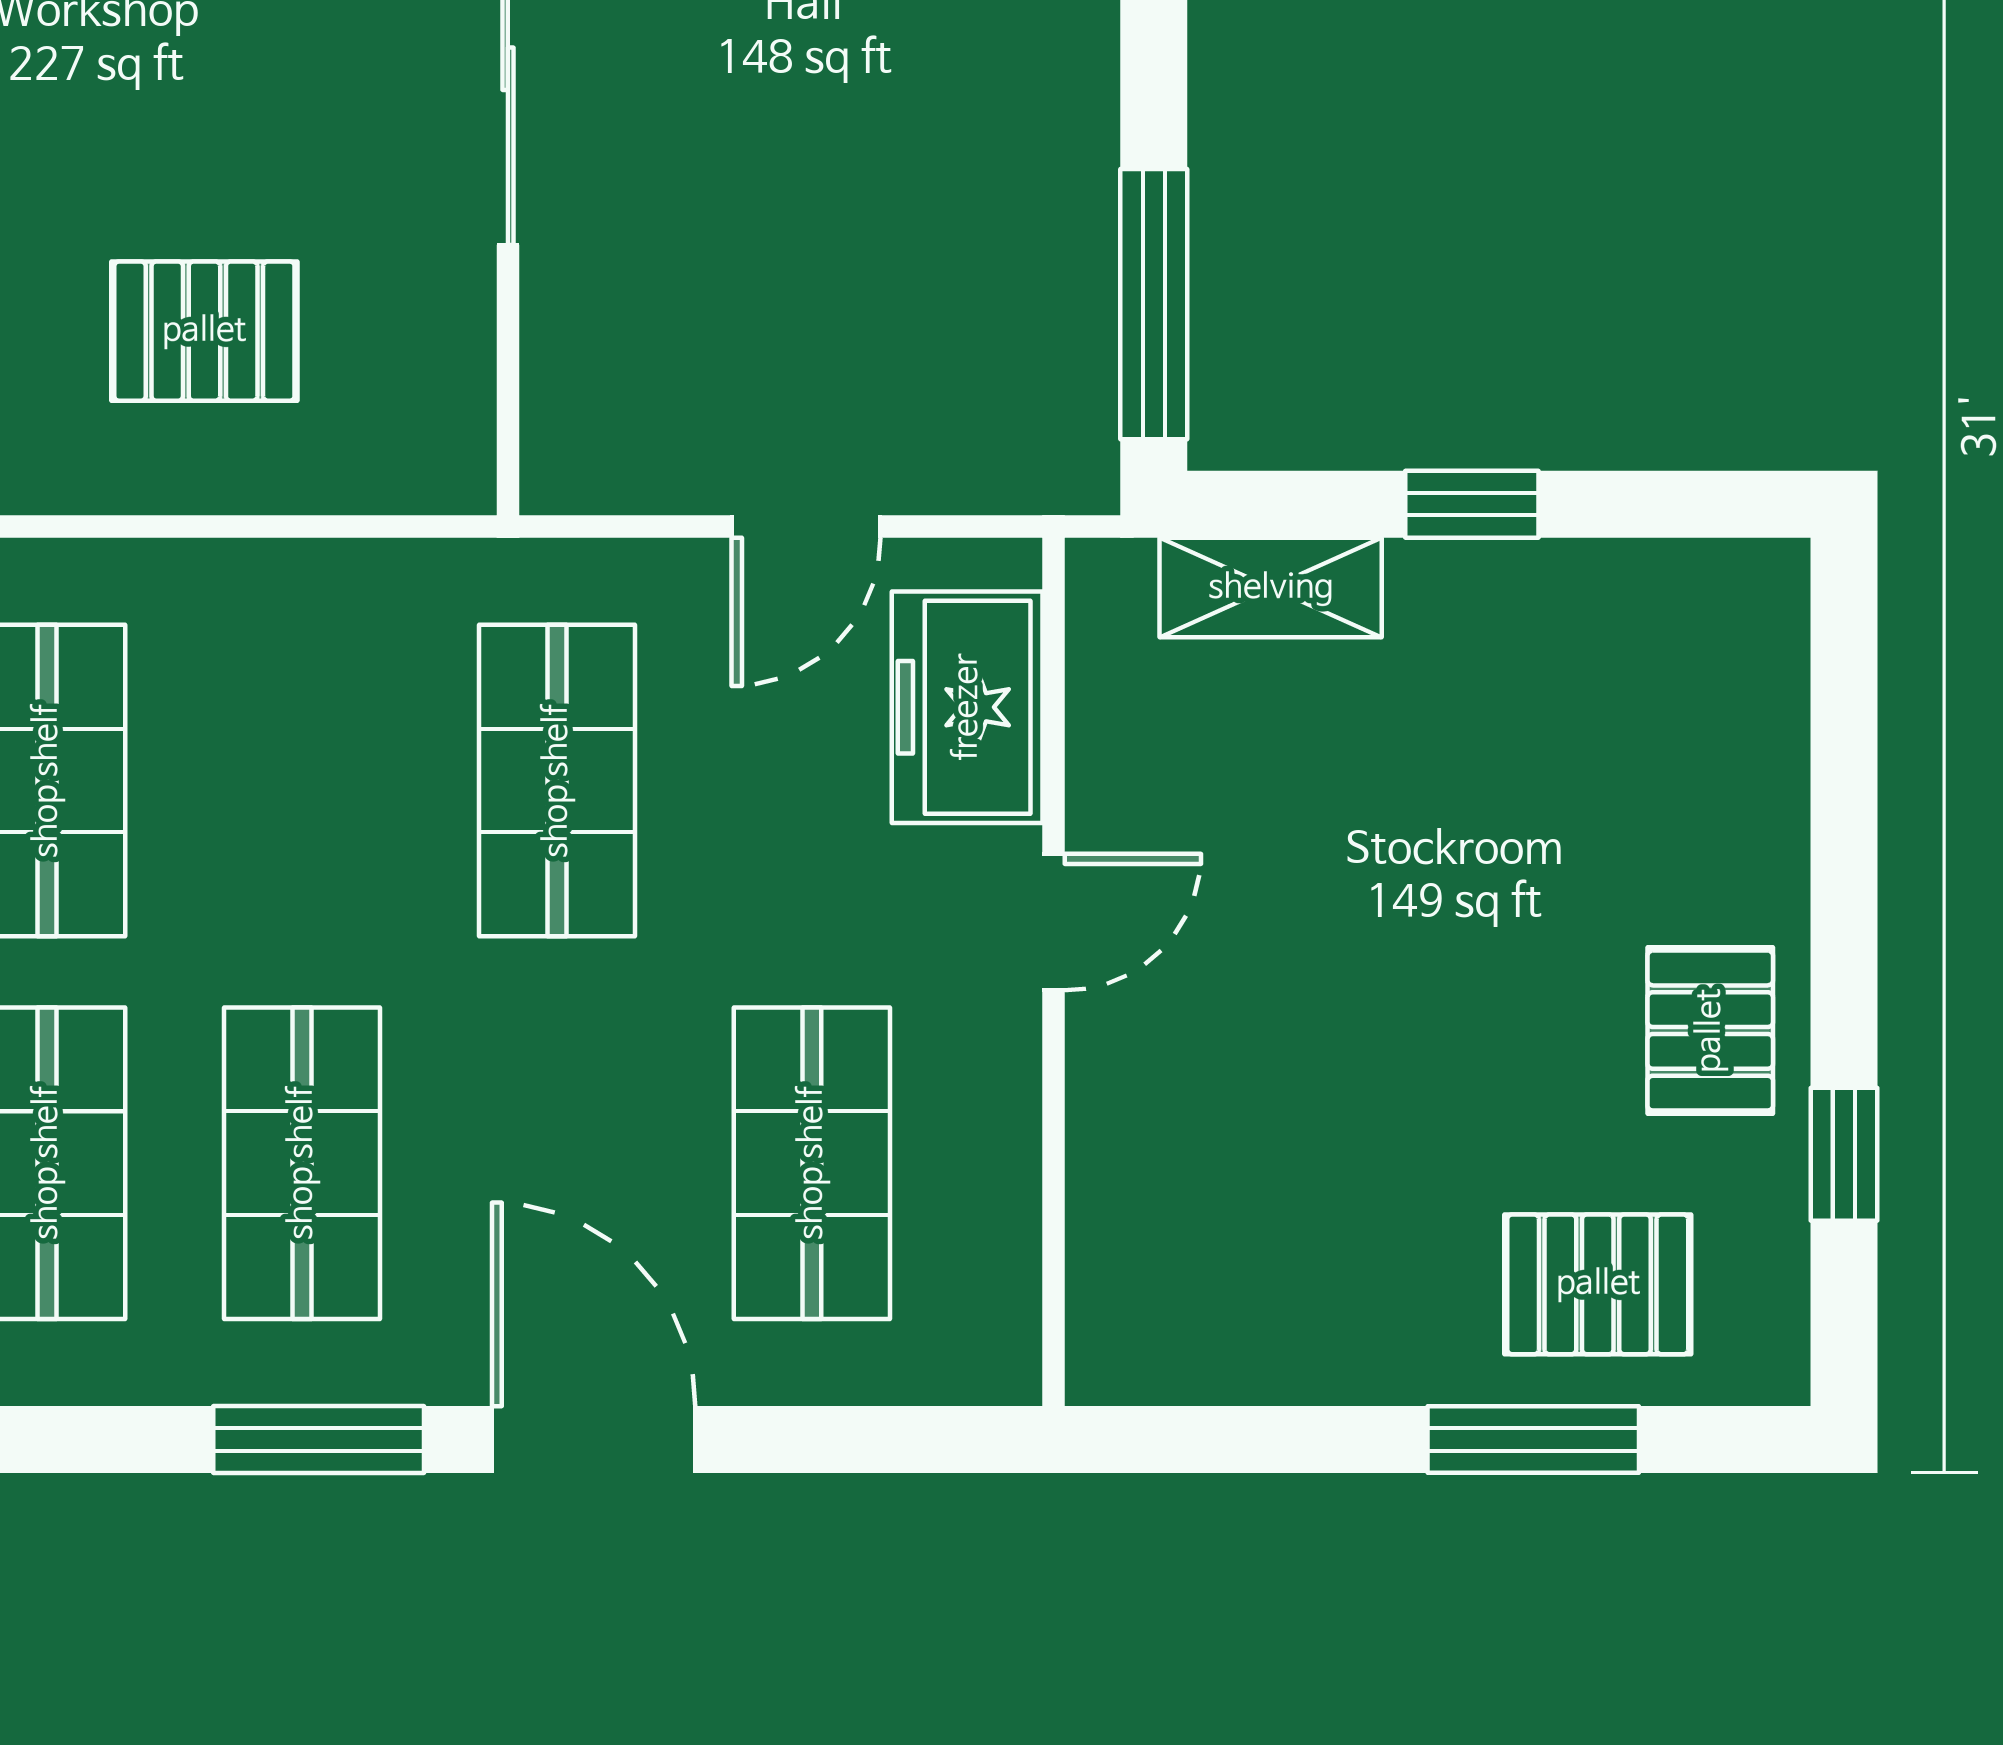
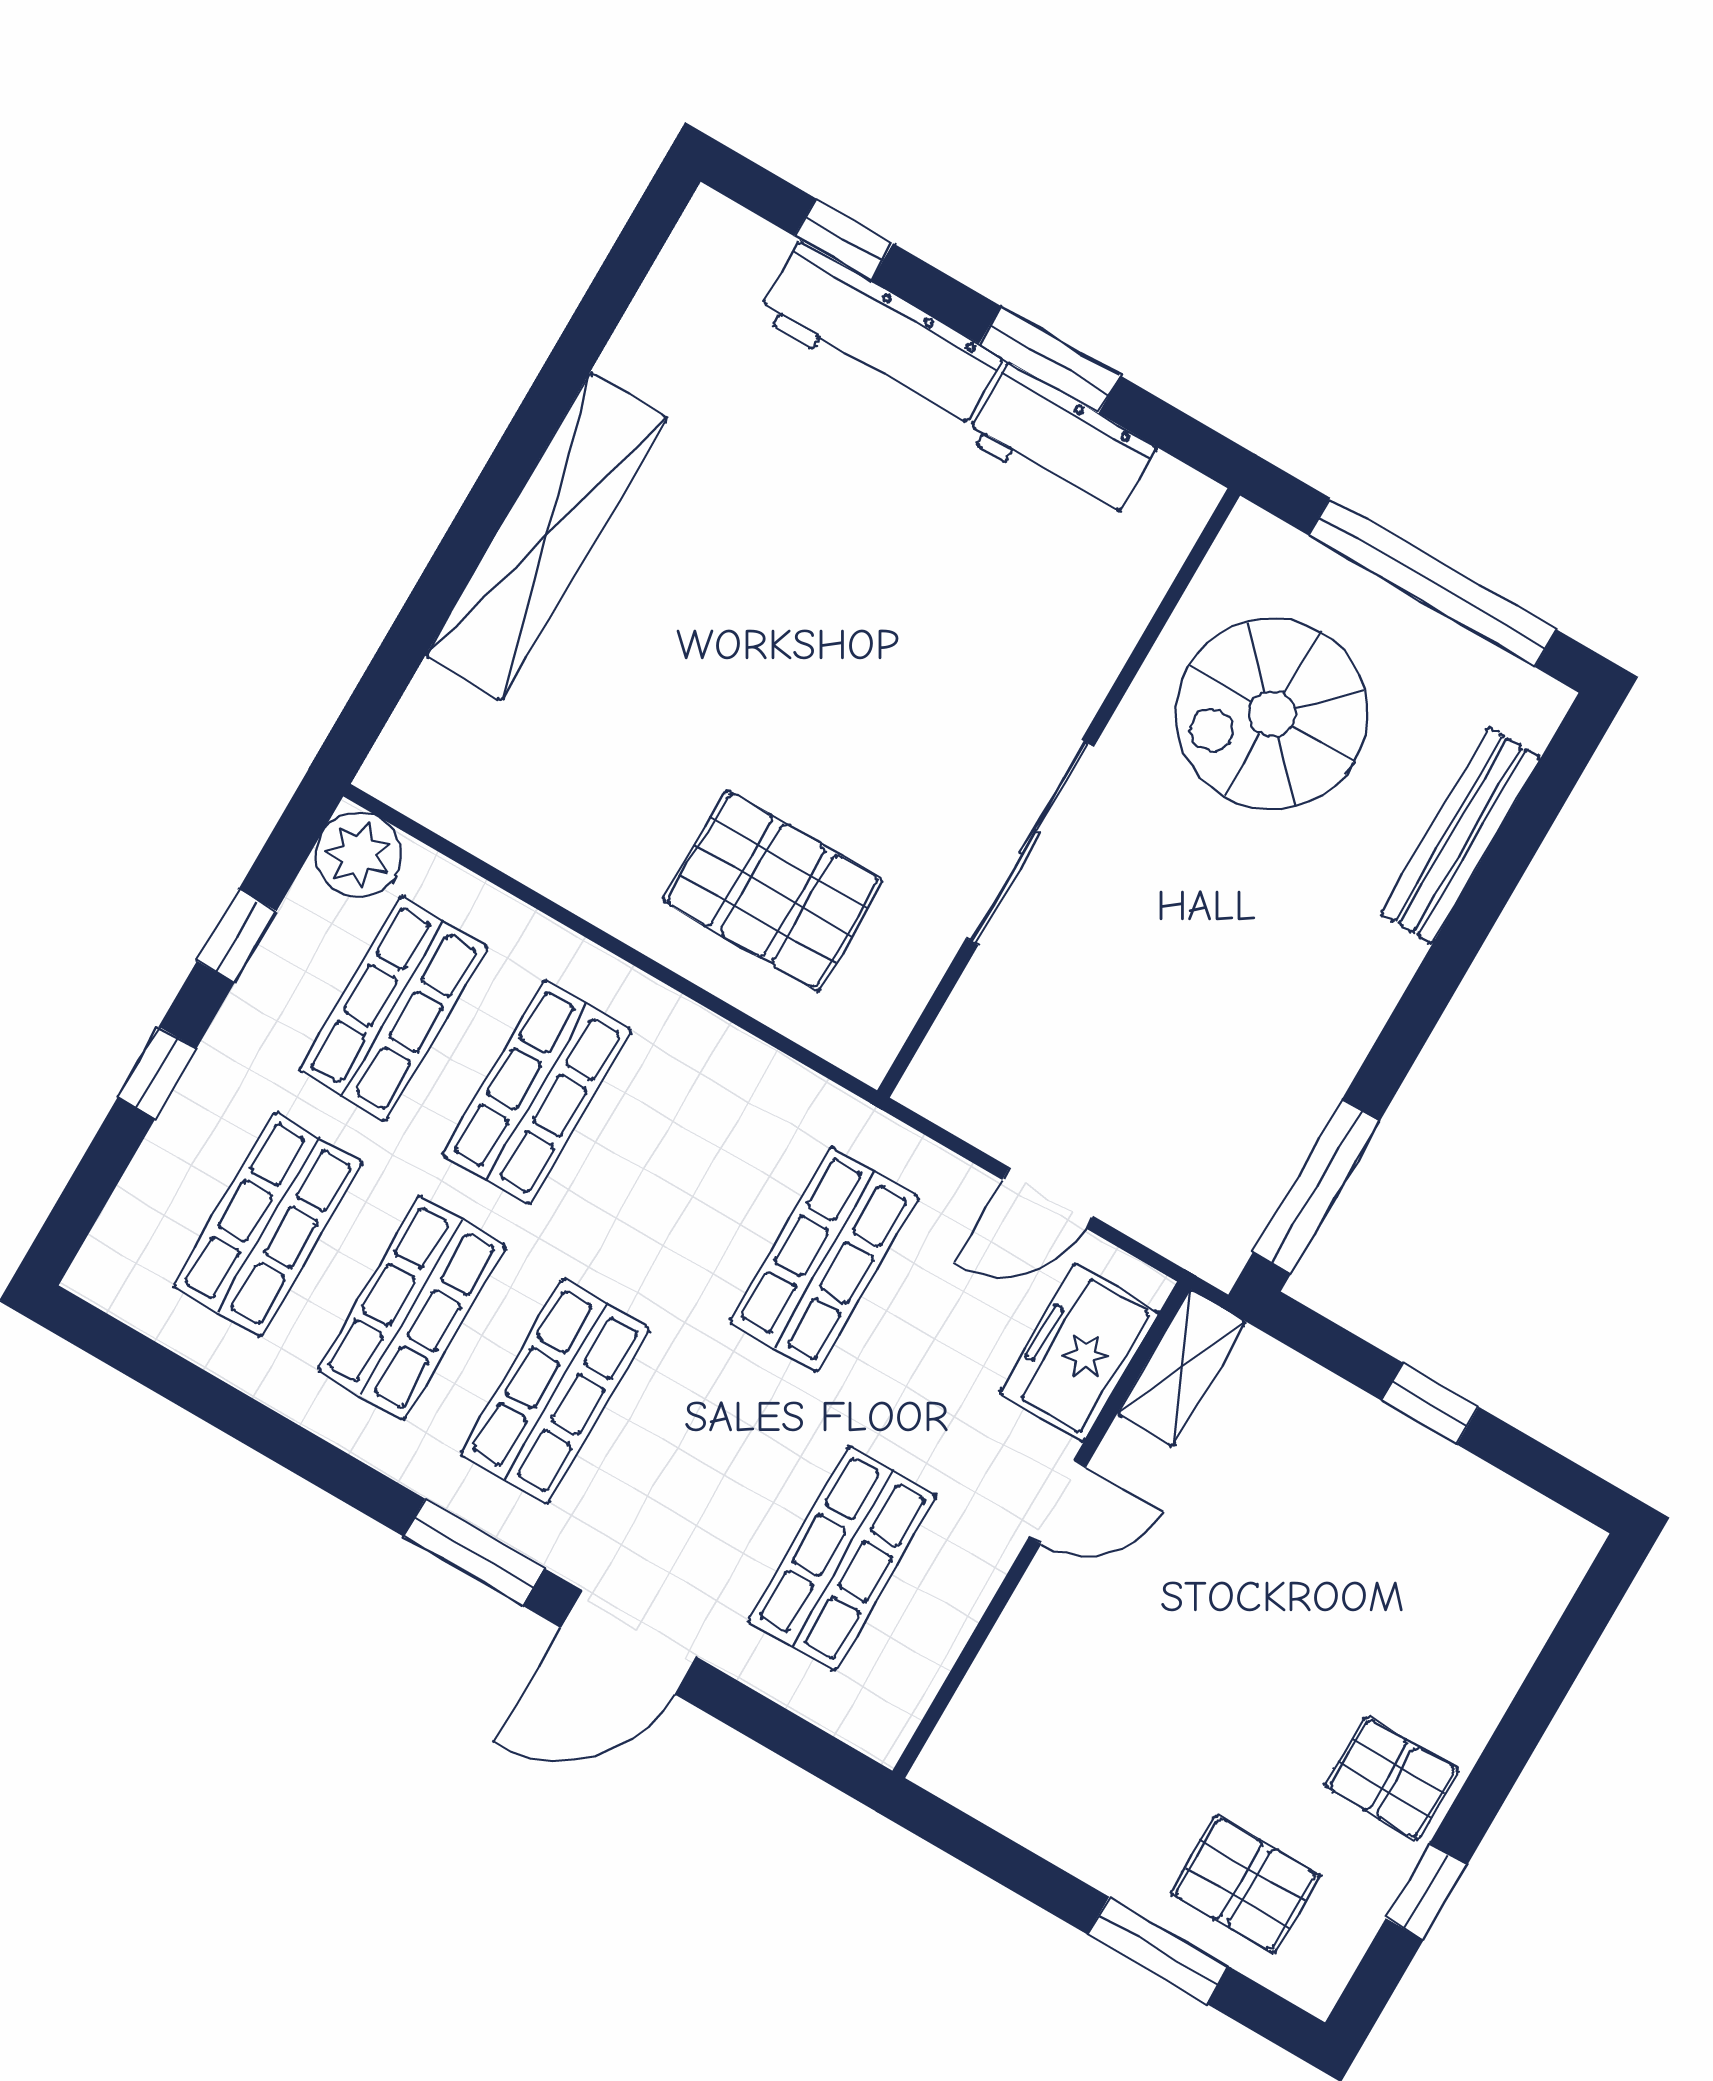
pallet: (204, 331) -> (773, 891), width x1.50, depth x1.42
shelving: (1271, 588) -> (1181, 1368), moved, turned 90
pallet: (1710, 1031) -> (1392, 1778), turned 90
door: (594, 1439) -> (629, 1642), swing flipped

